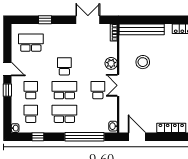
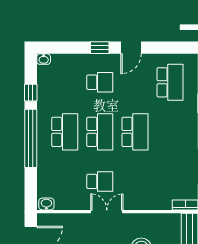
plant: (111, 63) -> (139, 201), removed
school desk: (64, 66) -> (135, 132), width x1.85
school desk: (31, 114) -> (65, 82), removed
window: (85, 137) -> (31, 138), moved

